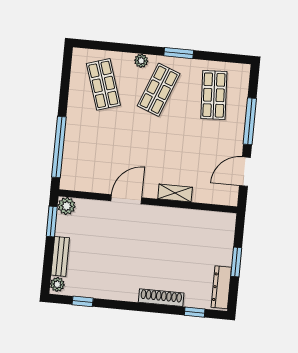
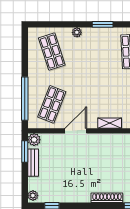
shop shelf: (159, 90) -> (52, 104), moved
bench: (60, 256) -> (33, 163), moved

